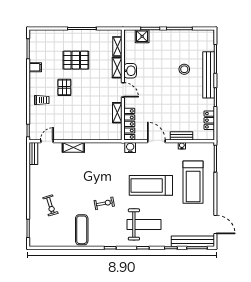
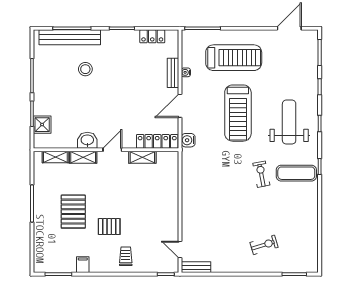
bench: (209, 75) -> (70, 37), moved
shelving: (73, 147) -> (188, 215), removed
exercise mat: (82, 230) -> (296, 173), moved
bench: (193, 241) -> (311, 58), removed

